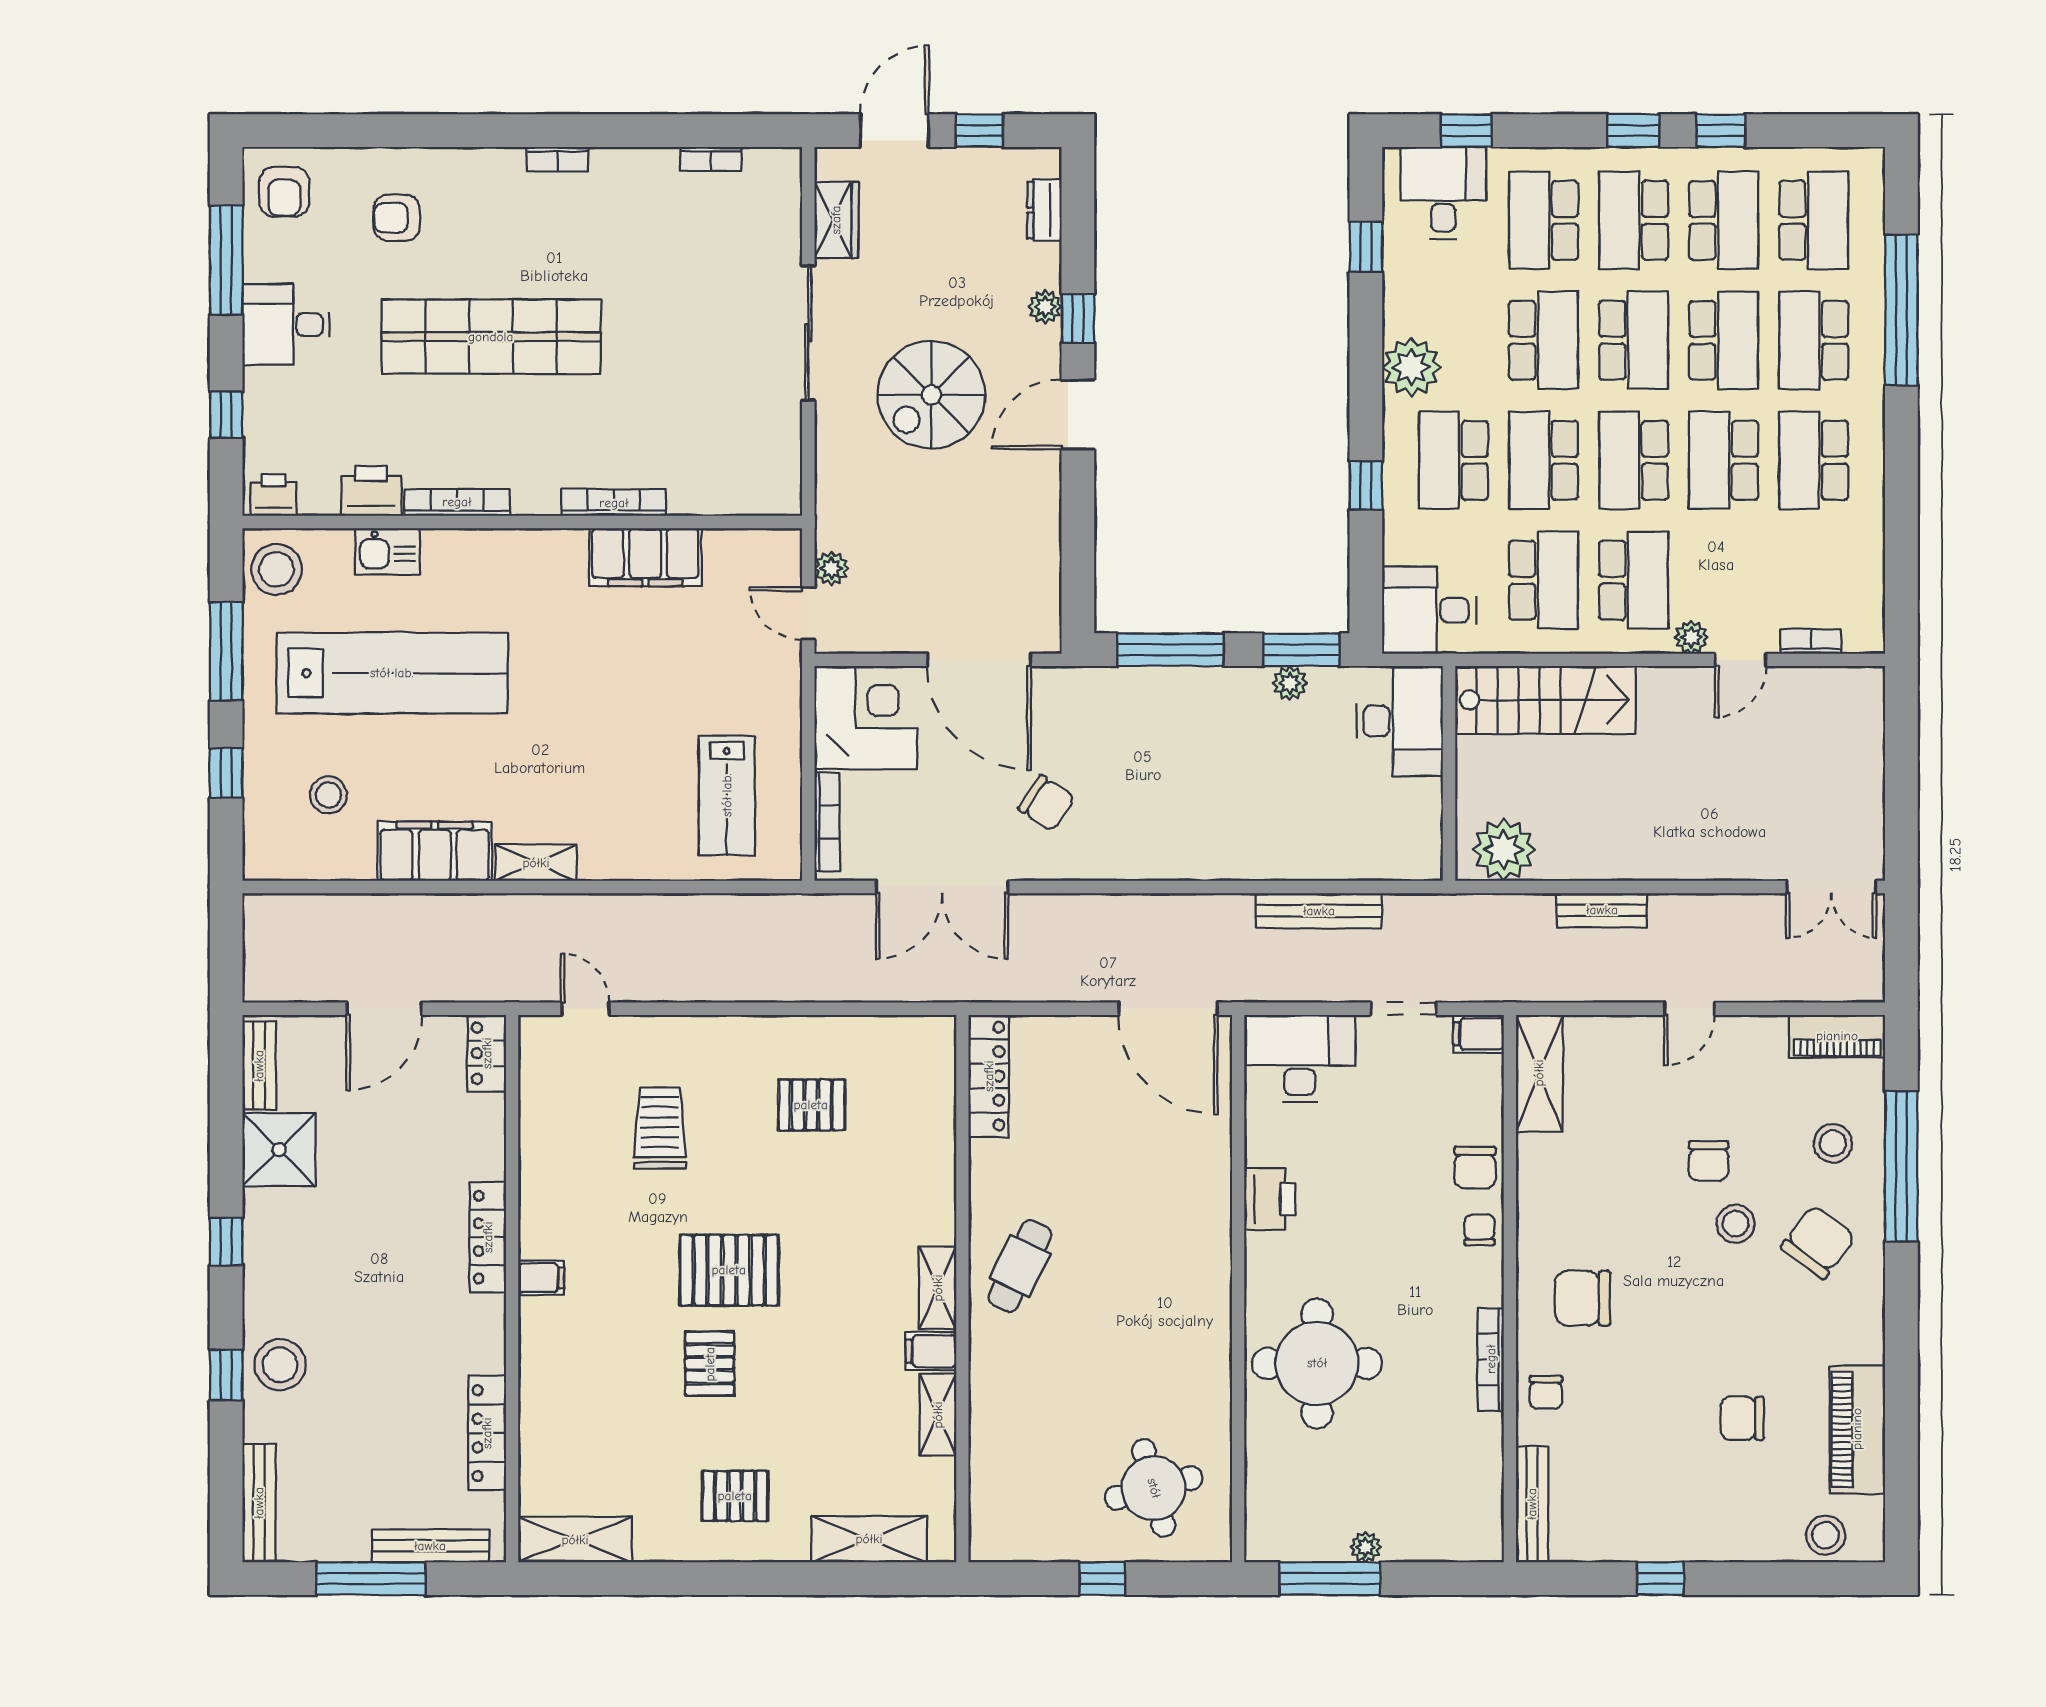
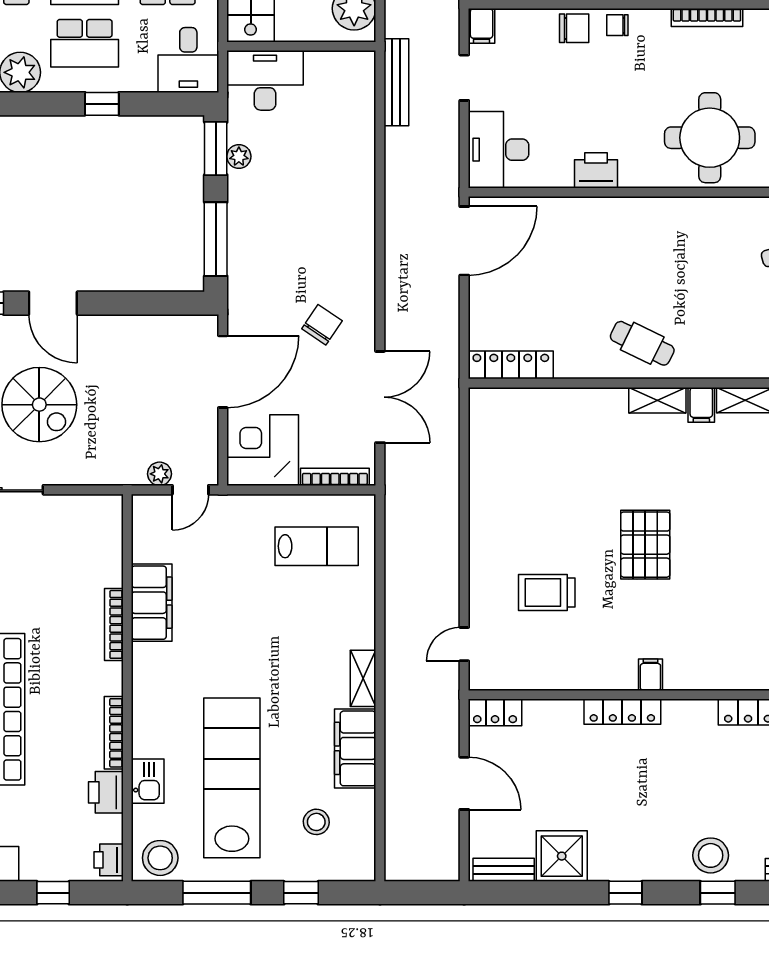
bench: (1319, 911) -> (396, 82), moved
pallet: (811, 1105) -> (531, 488), removed
pallet: (710, 1364) -> (710, 558), removed

